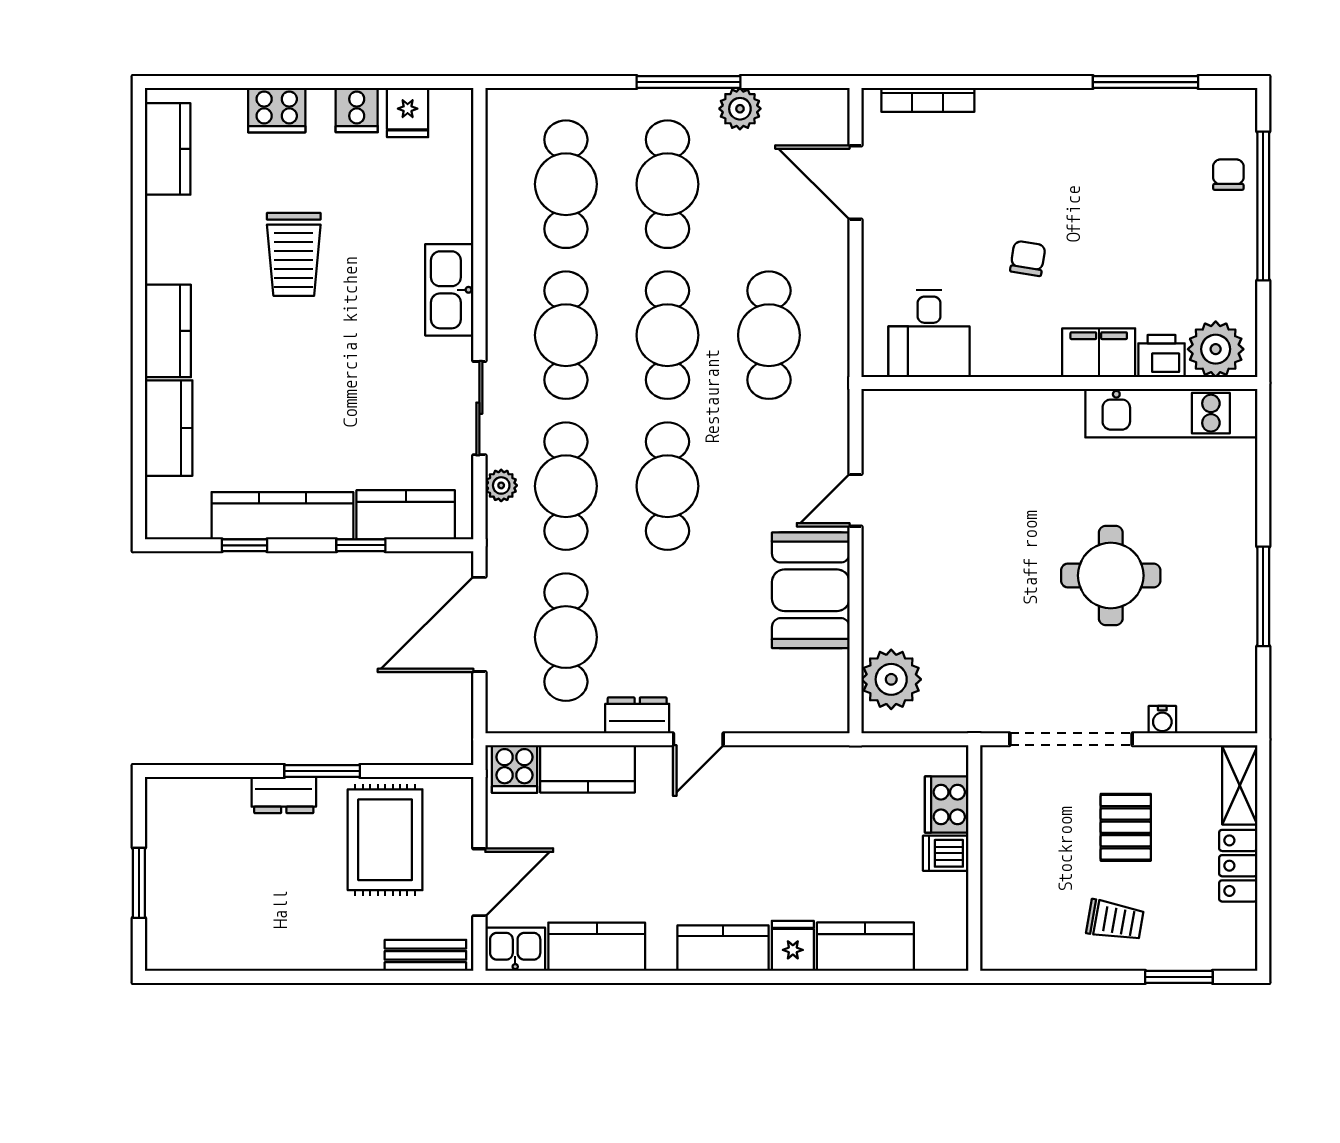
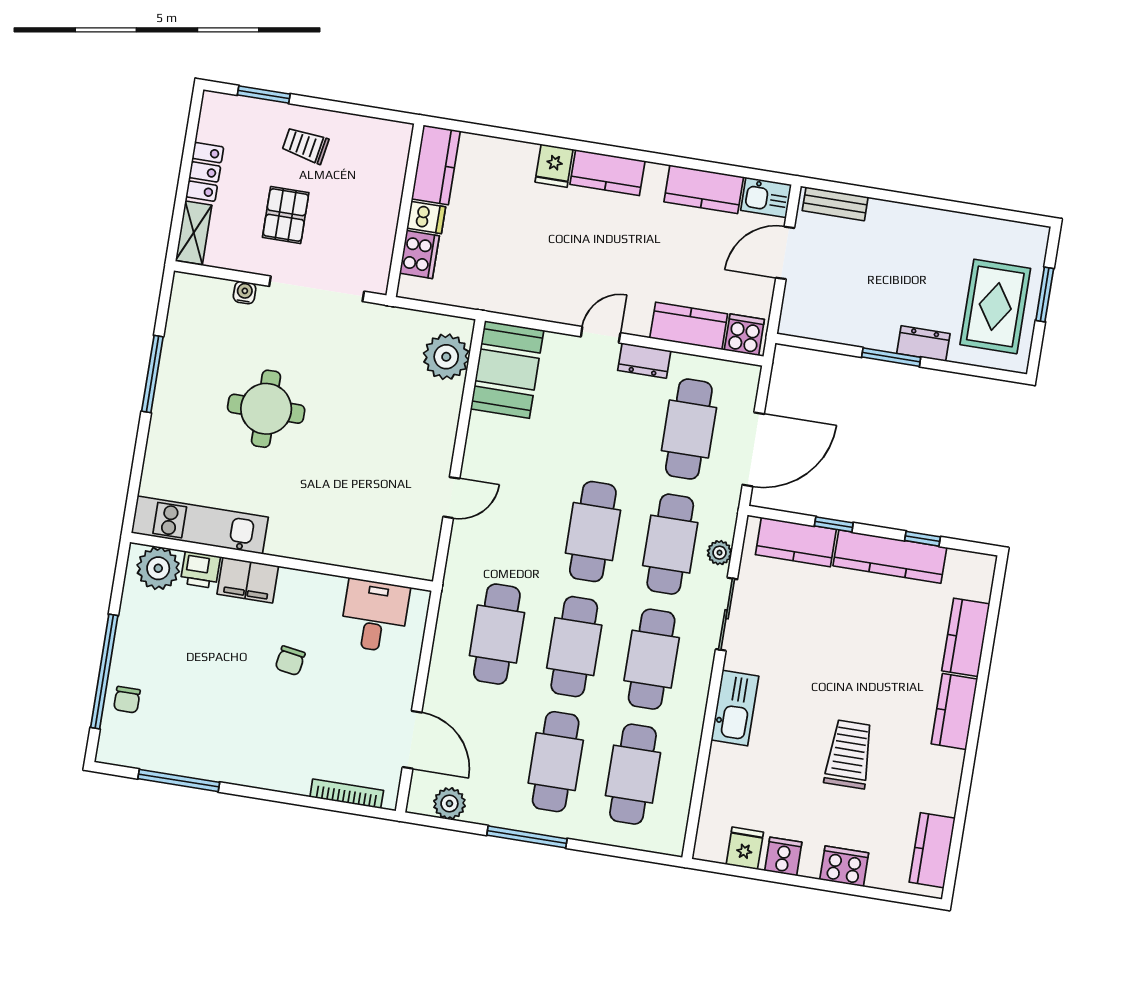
plant: (740, 109) -> (449, 803), moved
booth: (811, 590) -> (507, 370), moved
rug: (385, 840) -> (995, 307), moved
kitchen counter: (865, 947) -> (436, 165), moved, turned -90

